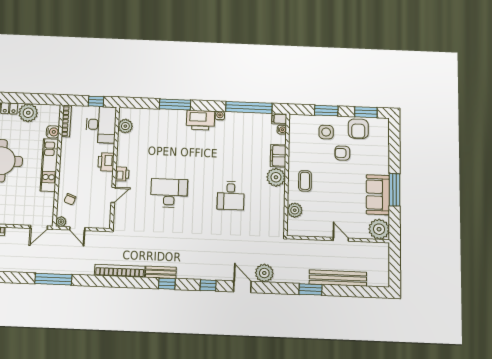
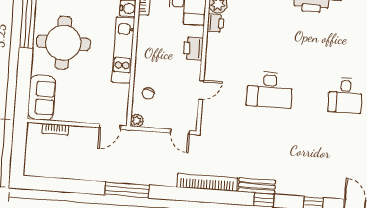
printer: (122, 174) -> (216, 23), moved
desk: (169, 193) -> (270, 90), turned 180
door: (77, 229) -> (180, 132), moved

